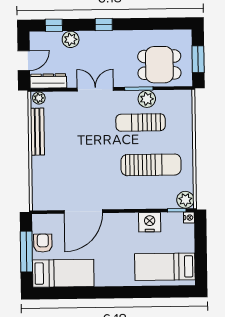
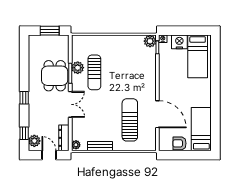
plant: (71, 39) -> (34, 141), moved
dining table: (159, 65) -> (55, 76), moved
double door: (95, 89) -> (70, 104), swing flipped
bench: (37, 132) -> (100, 146), width x0.73
sun lounger: (151, 165) -> (130, 120), moved
nightstand: (150, 222) -> (179, 42), moved, turned 90
window: (26, 252) -> (185, 155), removed

